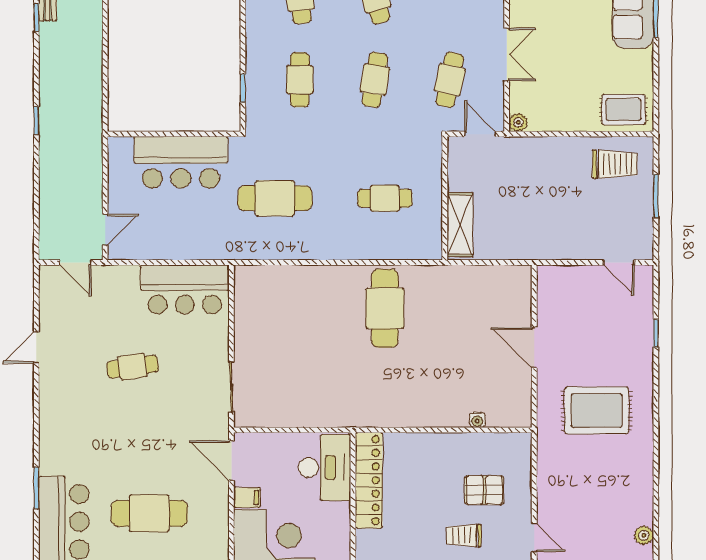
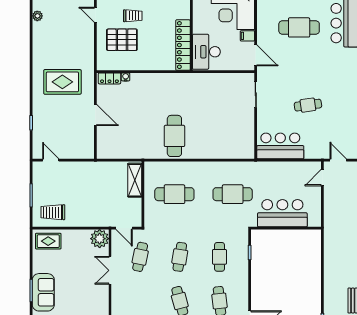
plant: (518, 122) -> (100, 239), width x1.87, depth x1.87
cafe table: (385, 198) -> (174, 194), width x1.37, depth x1.35
locker: (508, 417) -> (109, 78), added
pallet: (484, 490) -> (122, 40), width x1.50, depth x1.42

